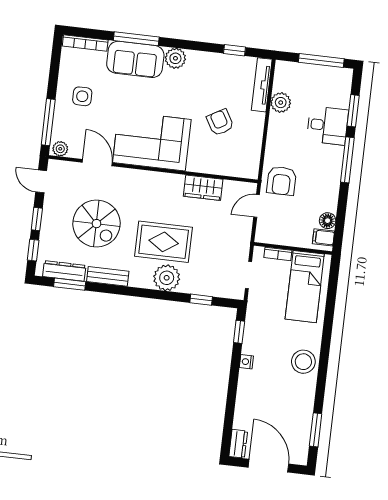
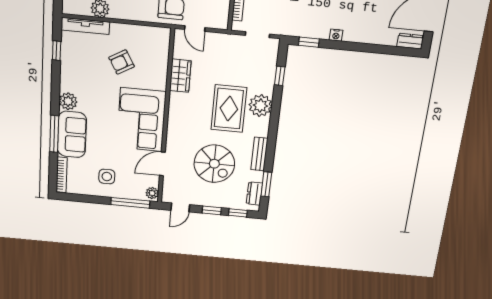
spiral stairs: (96, 224) -> (214, 164), turned 90
dresser: (64, 271) -> (254, 194), width x0.70

